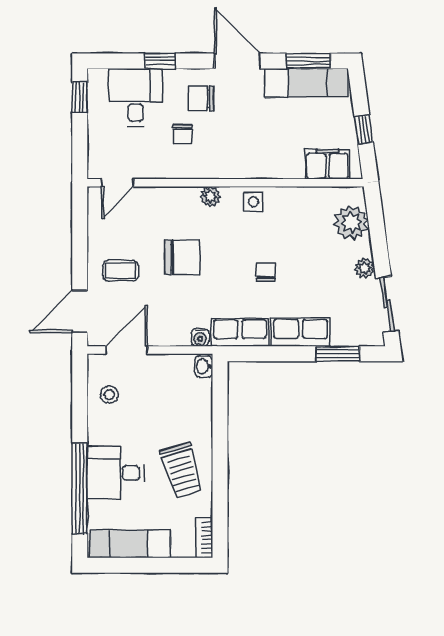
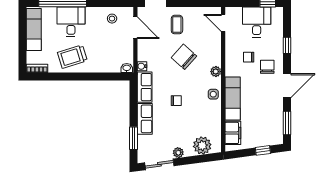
exam couch: (306, 83) -> (233, 99), moved, turned 180
desk: (136, 97) -> (257, 22), moved, turned -90
window: (364, 130) -> (263, 150), moved
chair: (182, 257) -> (184, 57), turned 132

